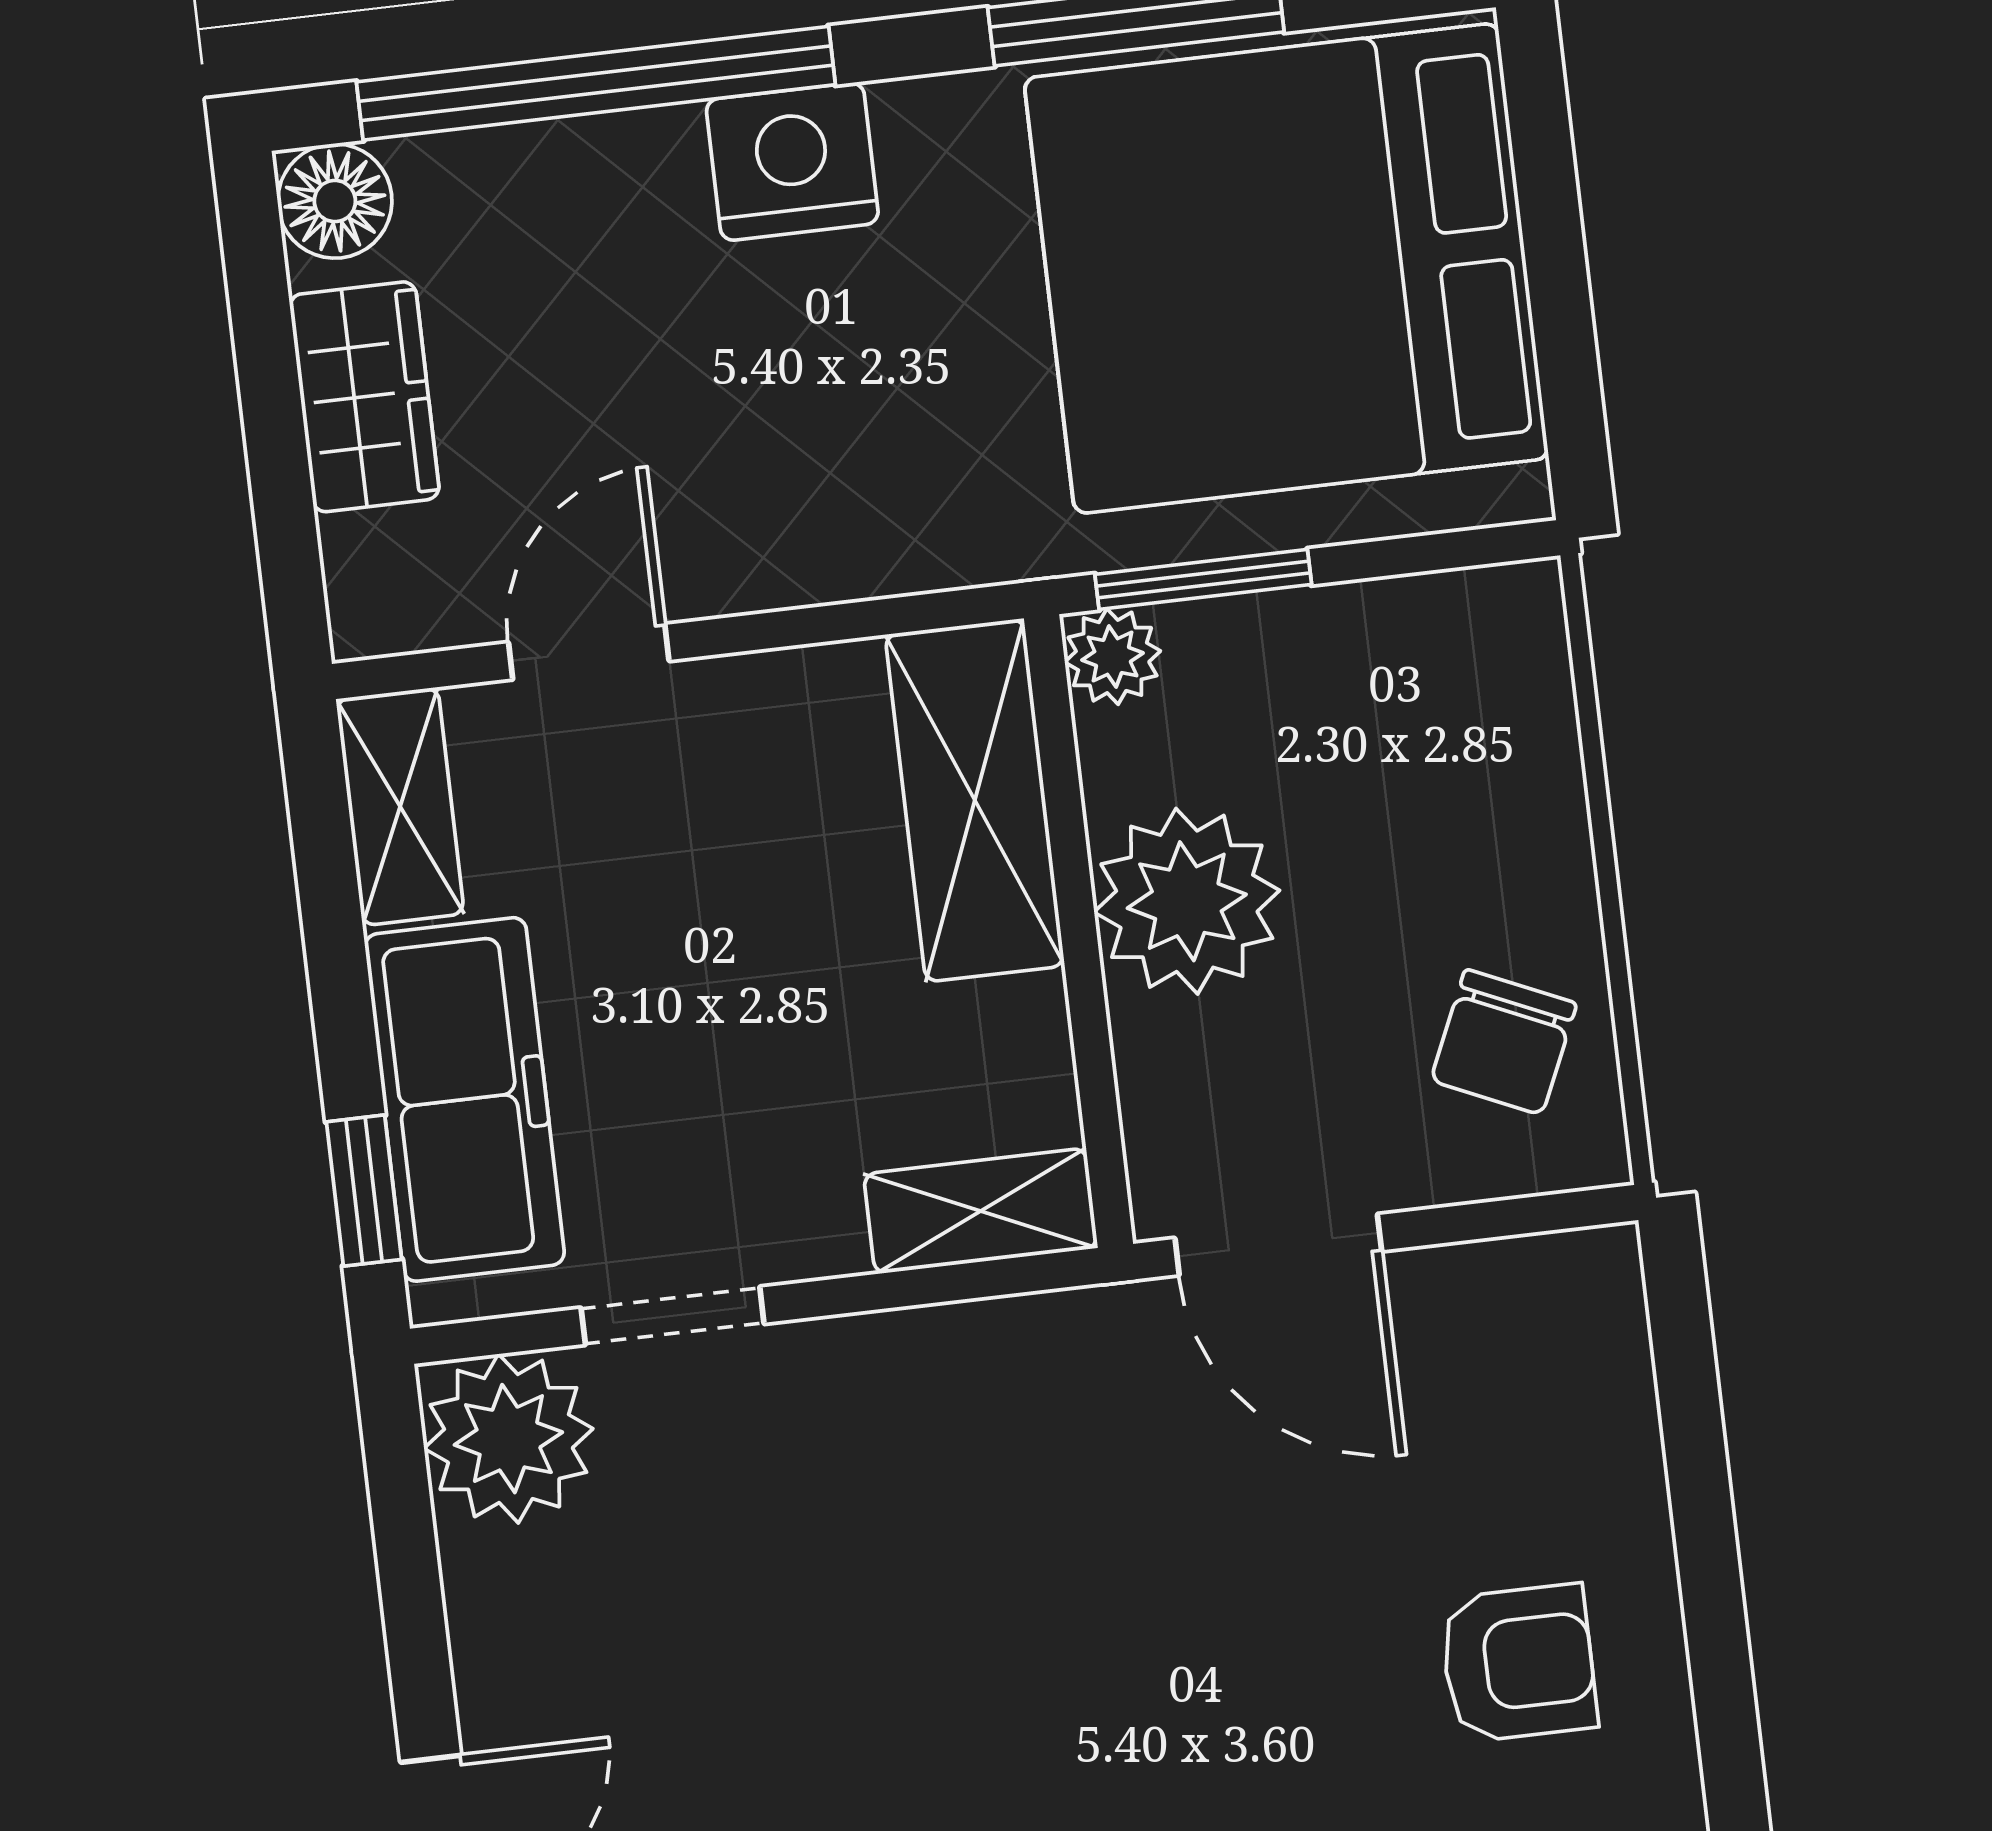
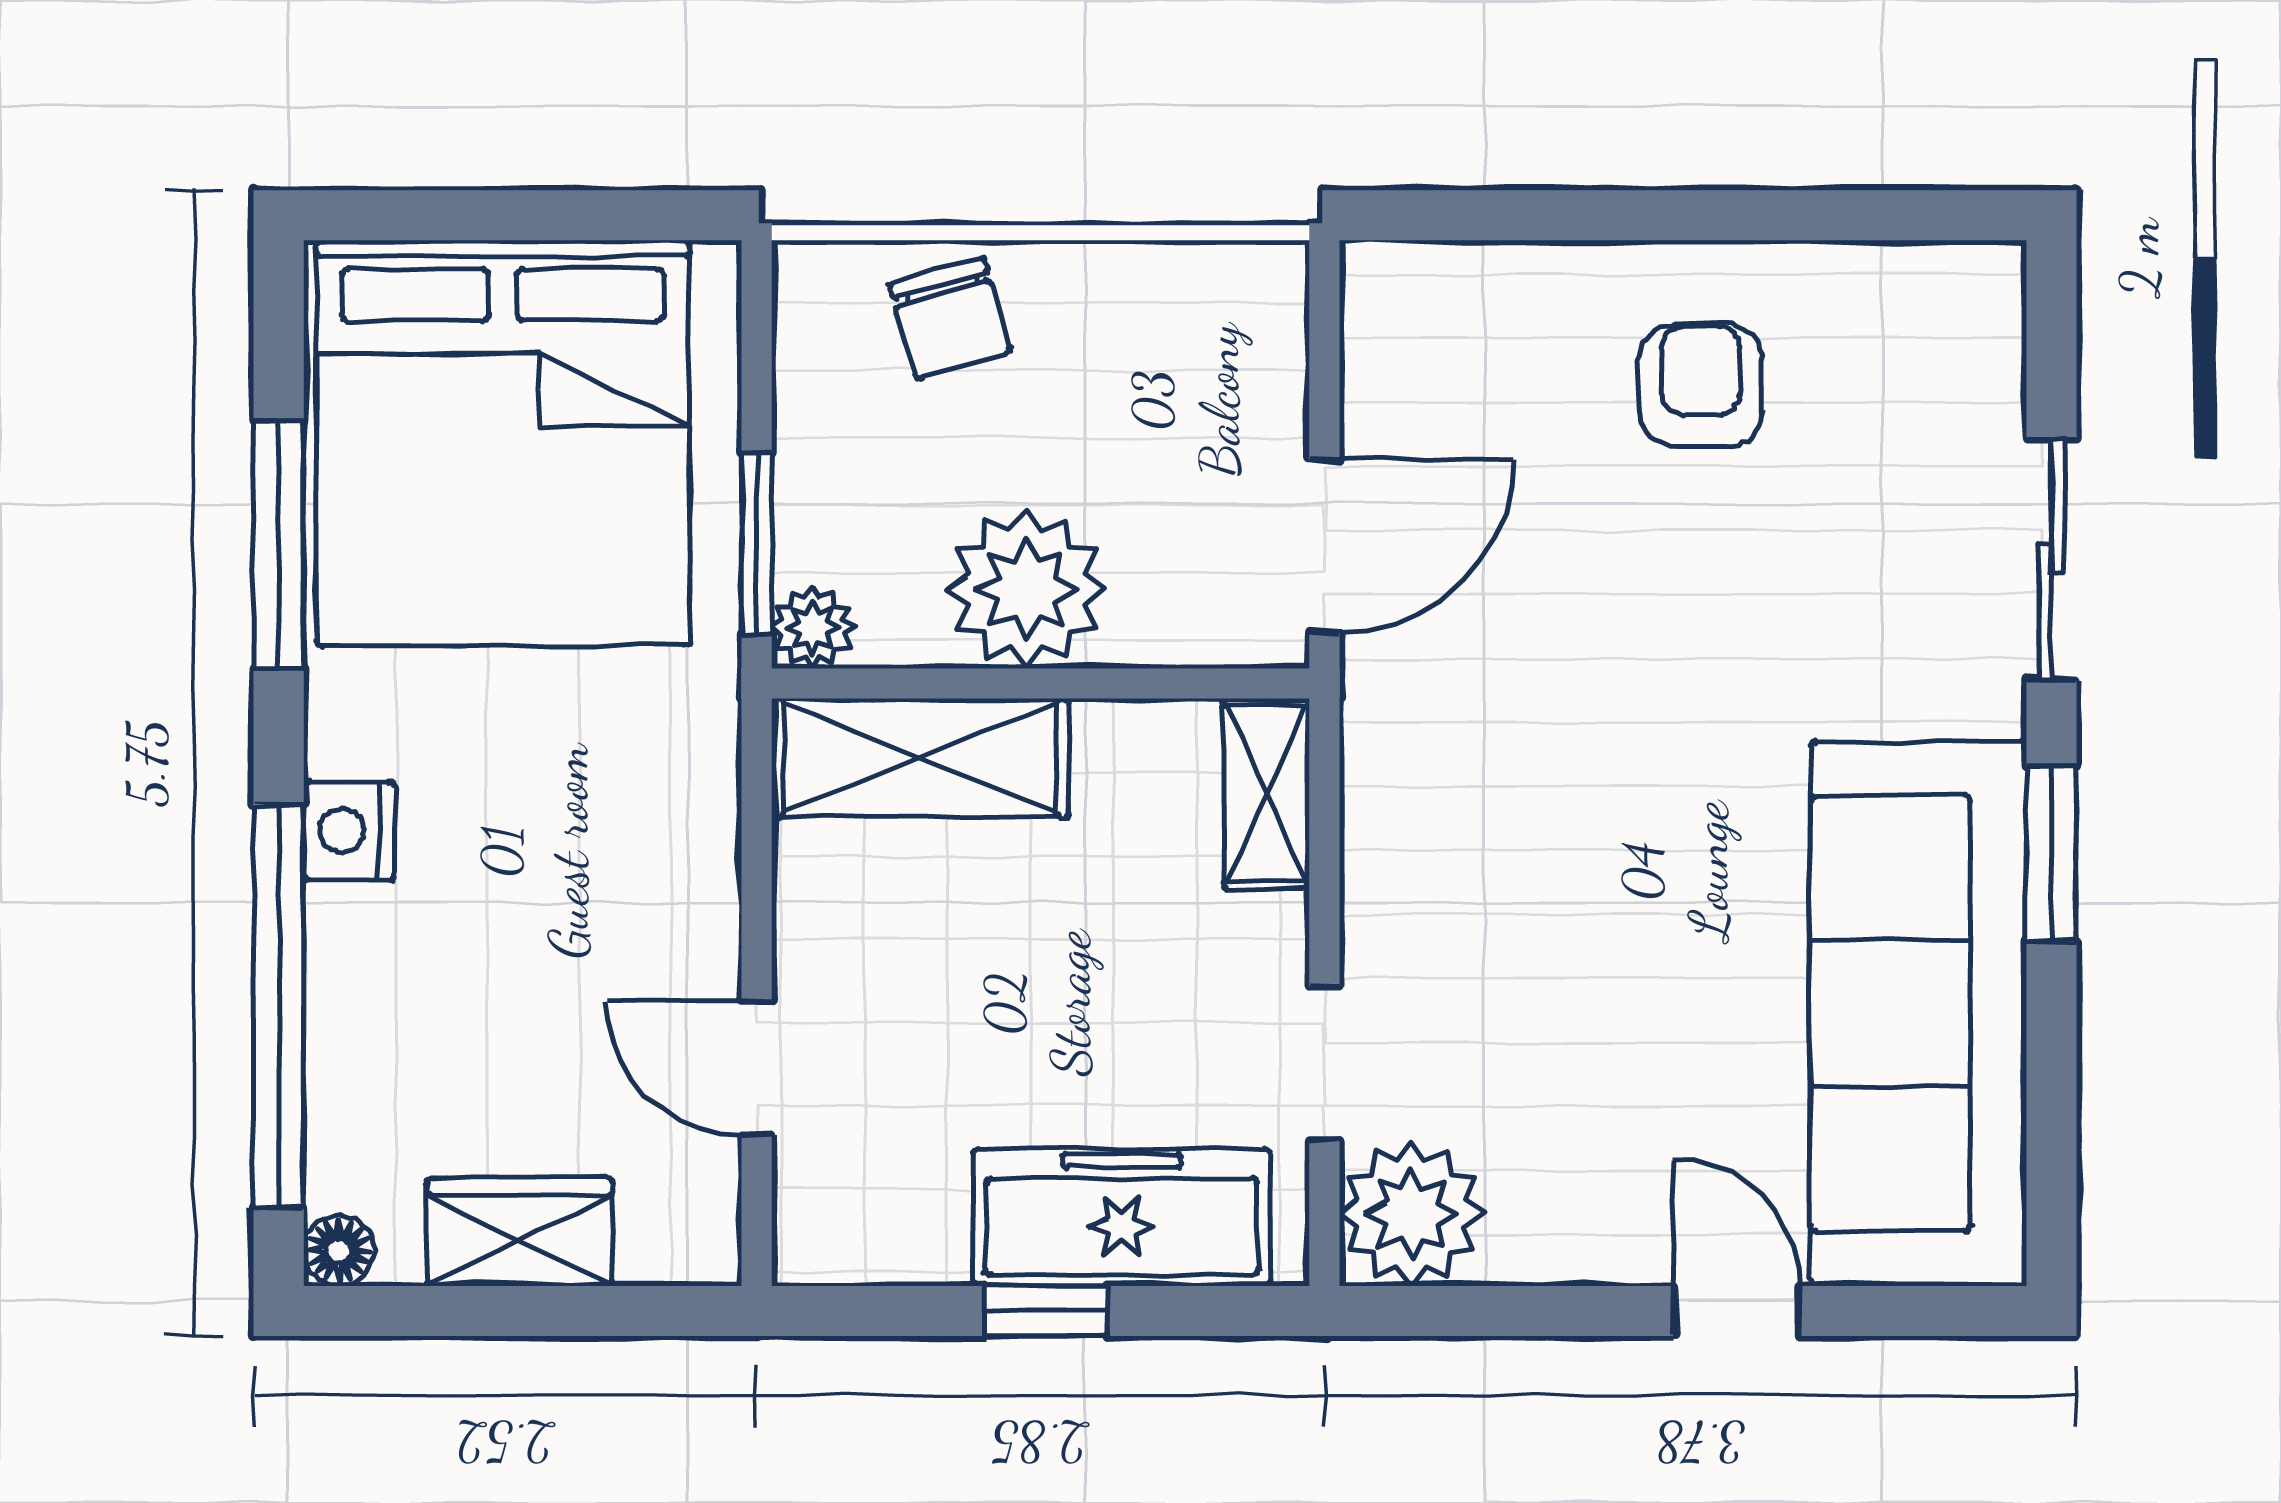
nightstand: (792, 162) -> (349, 830), width x0.74, depth x0.75
floor lamp: (335, 201) -> (339, 1251), width x0.73, depth x0.73
shelving: (400, 806) -> (868, 1242), removed
chair: (1504, 1042) -> (950, 318), moved, turned 50
window: (364, 1191) -> (1046, 1311), moved

